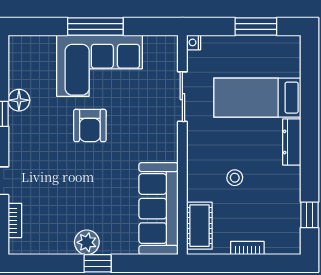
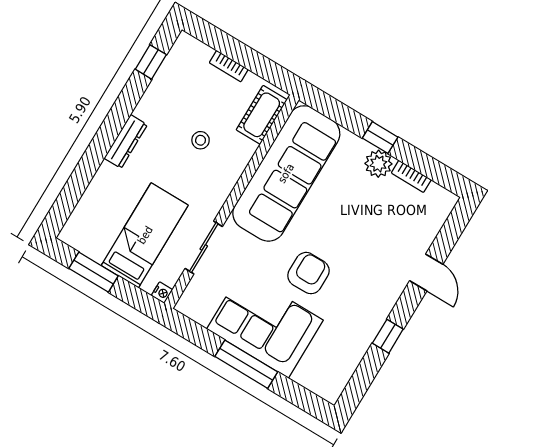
bed: (257, 98) -> (145, 235), moved, turned -90
floor lamp: (19, 100) -> (361, 338), removed
sofa: (159, 209) -> (286, 173), width x1.36, depth x1.27
bookcase: (15, 221) -> (411, 176), moved, turned -90

